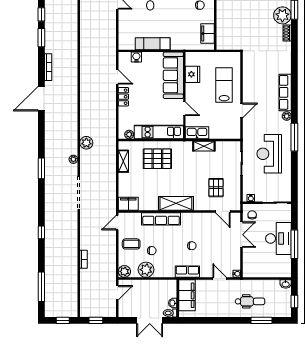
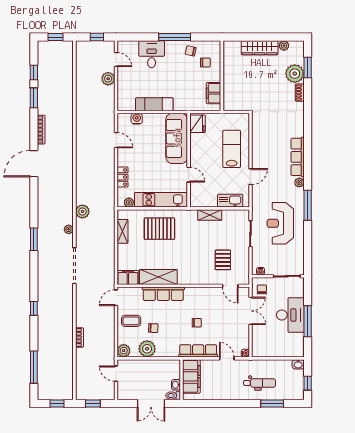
plant: (110, 20) -> (108, 79), added
fridge: (193, 74) -> (197, 124), moved
locker: (123, 97) -> (123, 177), moved
kitchen sink: (197, 133) -> (230, 201), moved
shelving: (176, 203) -> (158, 277), moved
row of seats: (187, 272) -> (198, 351), width x1.48
door: (117, 293) -> (116, 374), swing flipped

